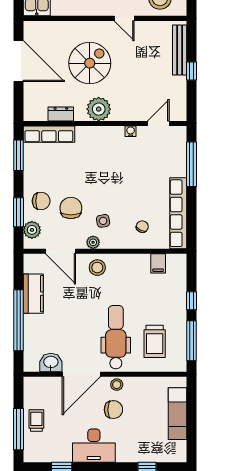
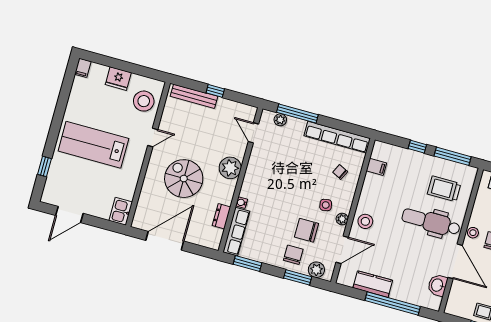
plant: (99, 109) -> (230, 168), moved
water cooler: (131, 131) -> (242, 203), moved
plant: (180, 148) -> (280, 120), added
trolley: (155, 341) -> (444, 189), turned 180

